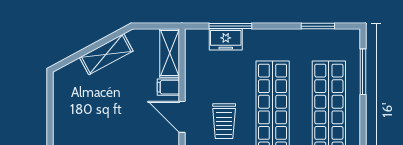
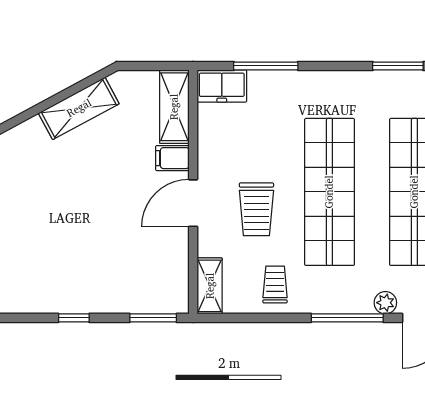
freezer: (226, 39) -> (222, 86), moved
door: (182, 117) -> (193, 203), hinge flipped

